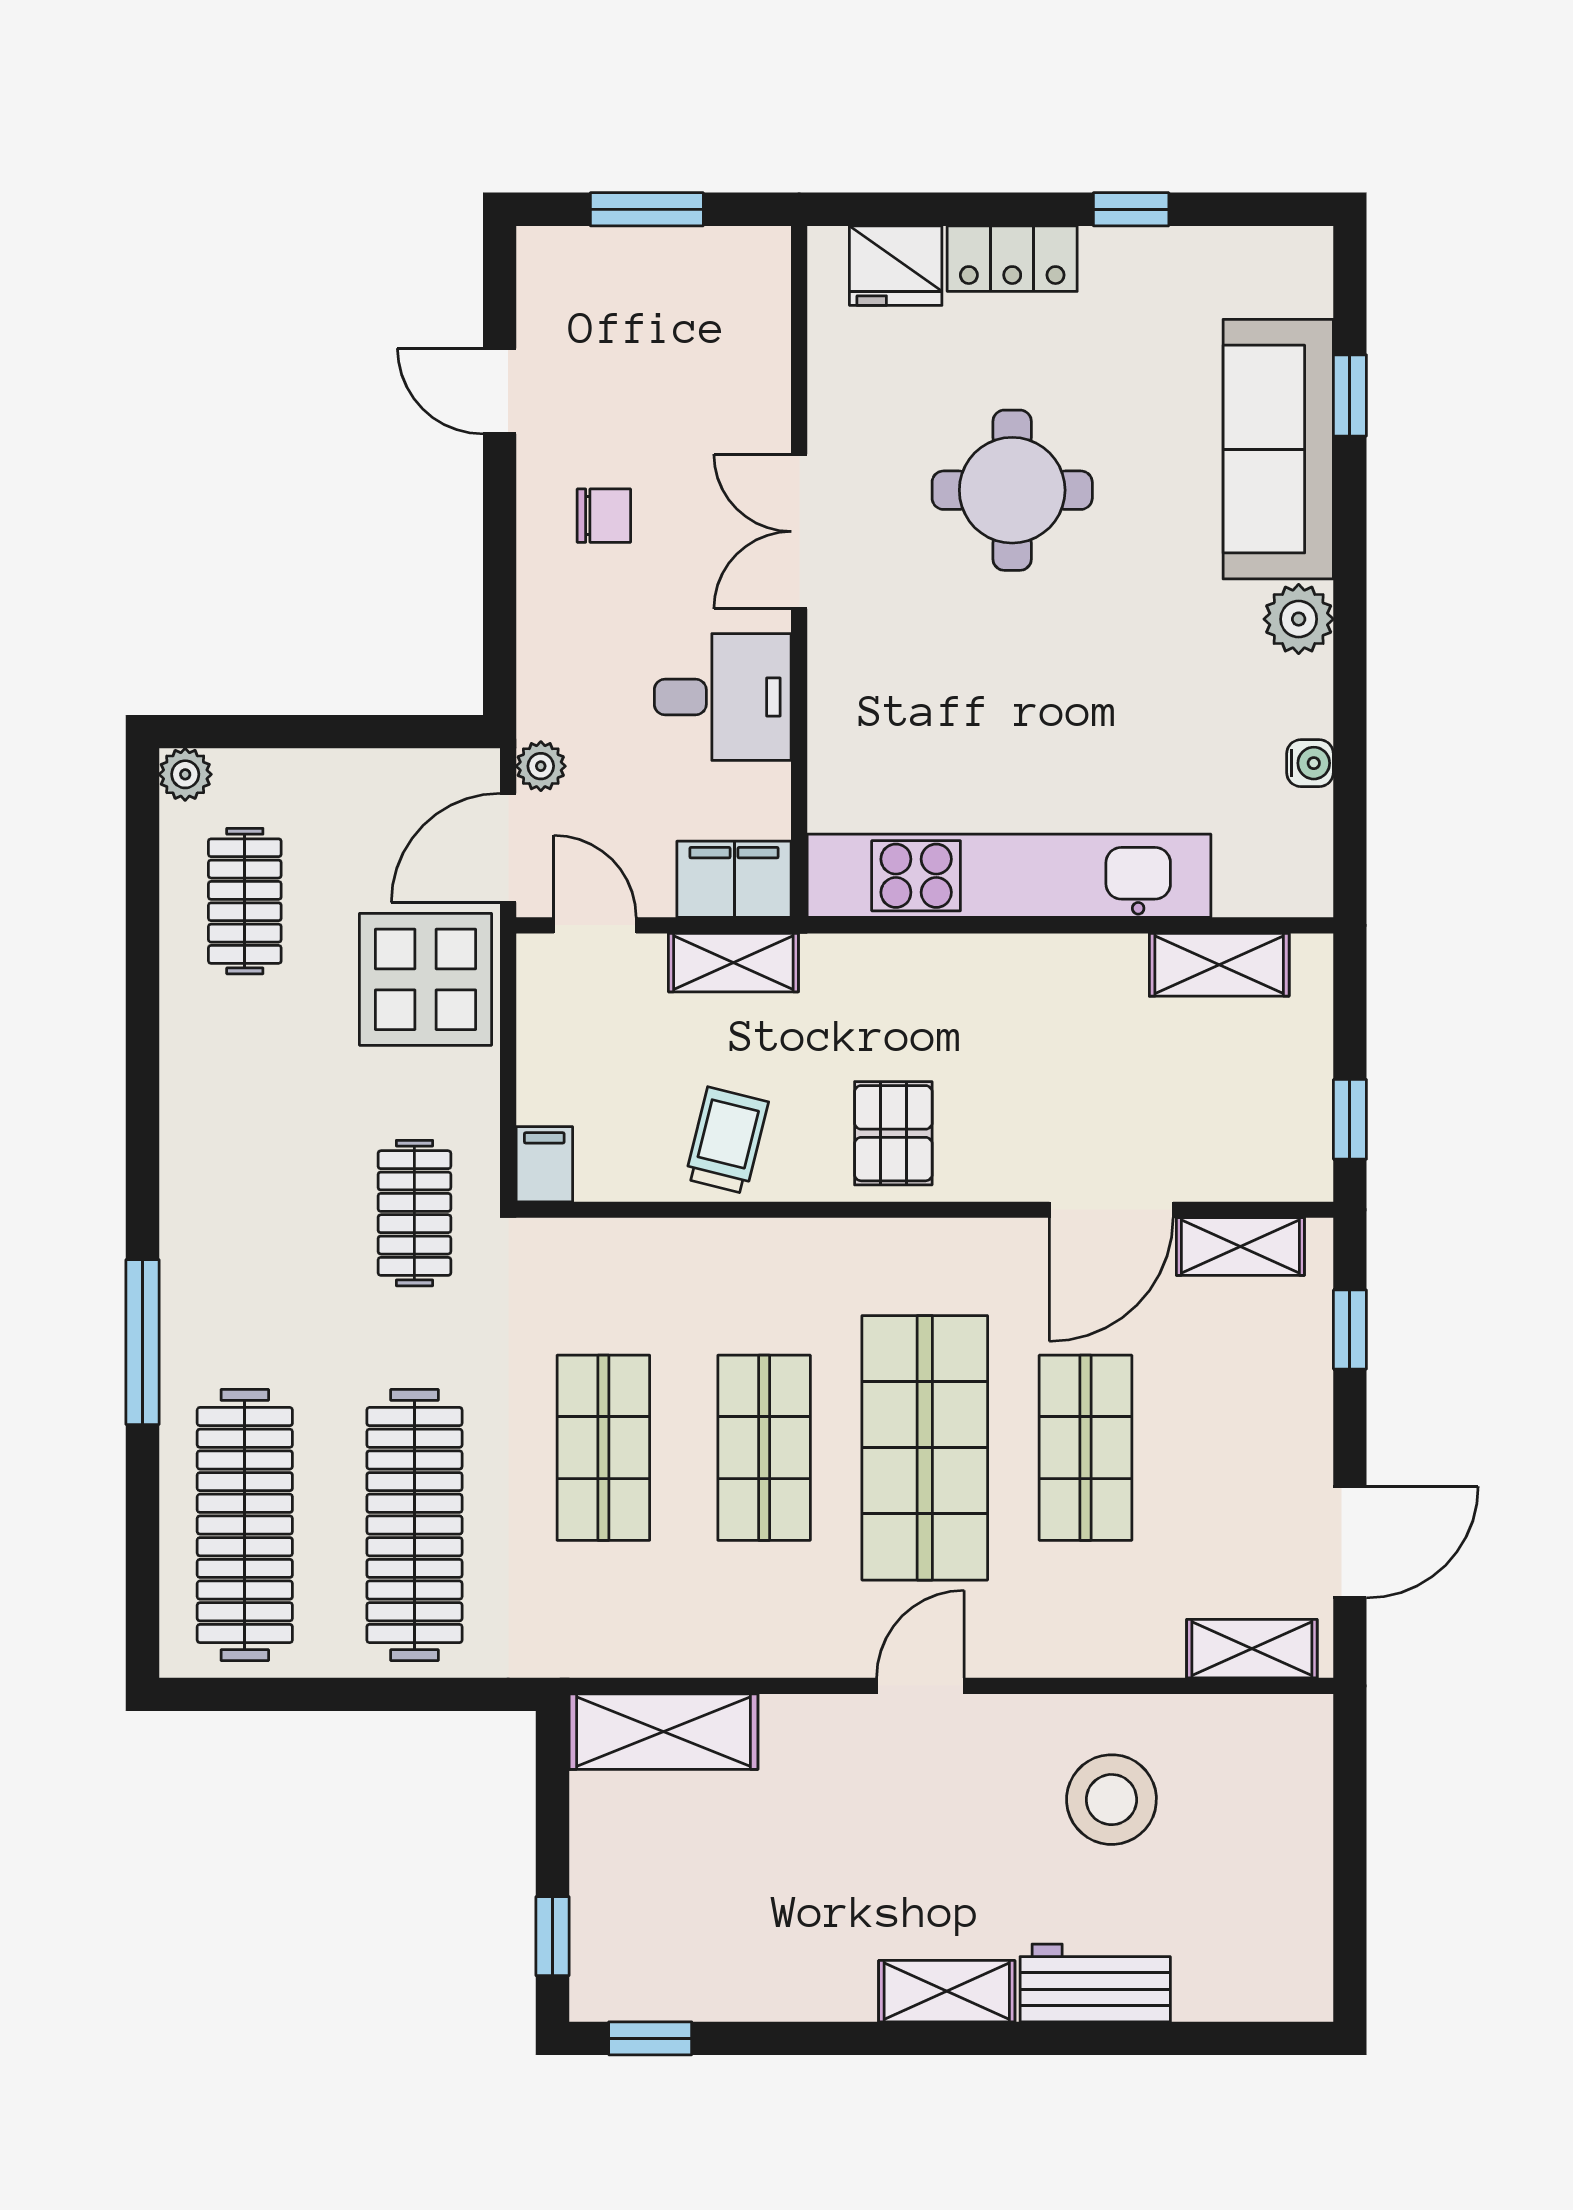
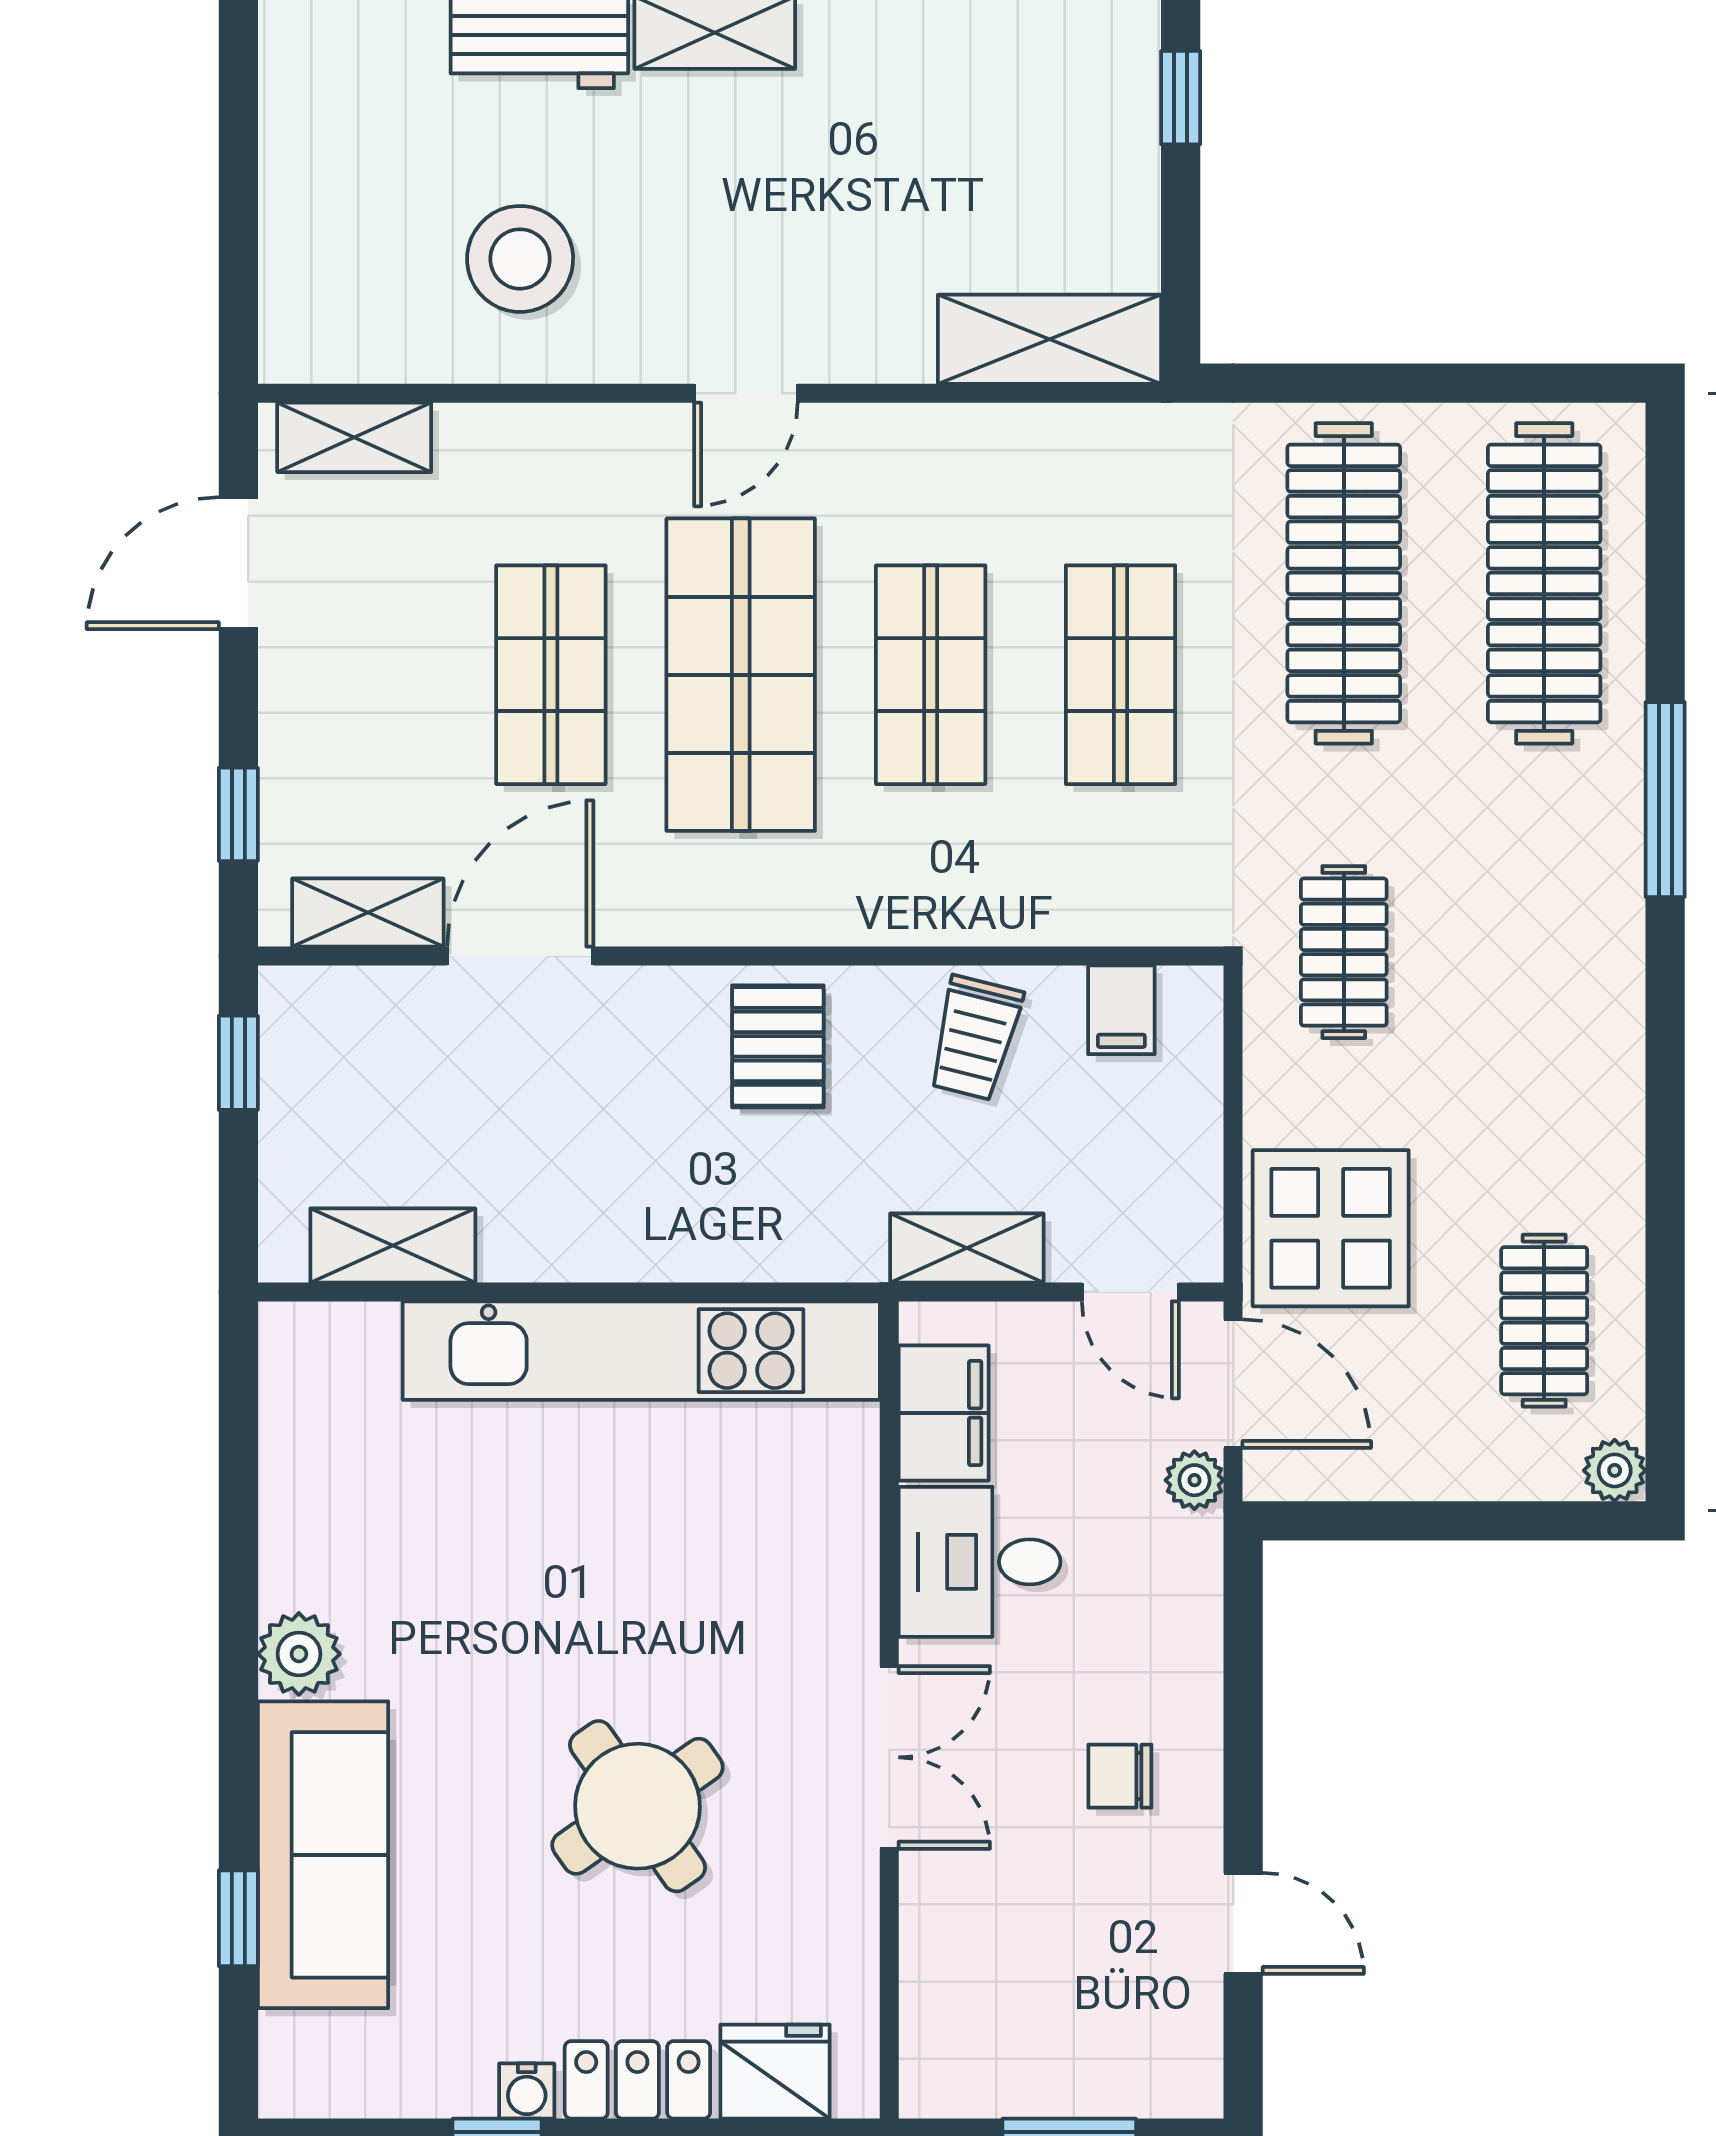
round table: (1012, 490) -> (637, 1806), turned -35
water cooler: (1310, 763) -> (527, 2091), moved, turned -90
door: (508, 848) -> (1233, 1384), hinge flipped
filing cabinet: (734, 879) -> (944, 1413), moved, turned -90
filing cabinet: (544, 1164) -> (1121, 1010), moved

